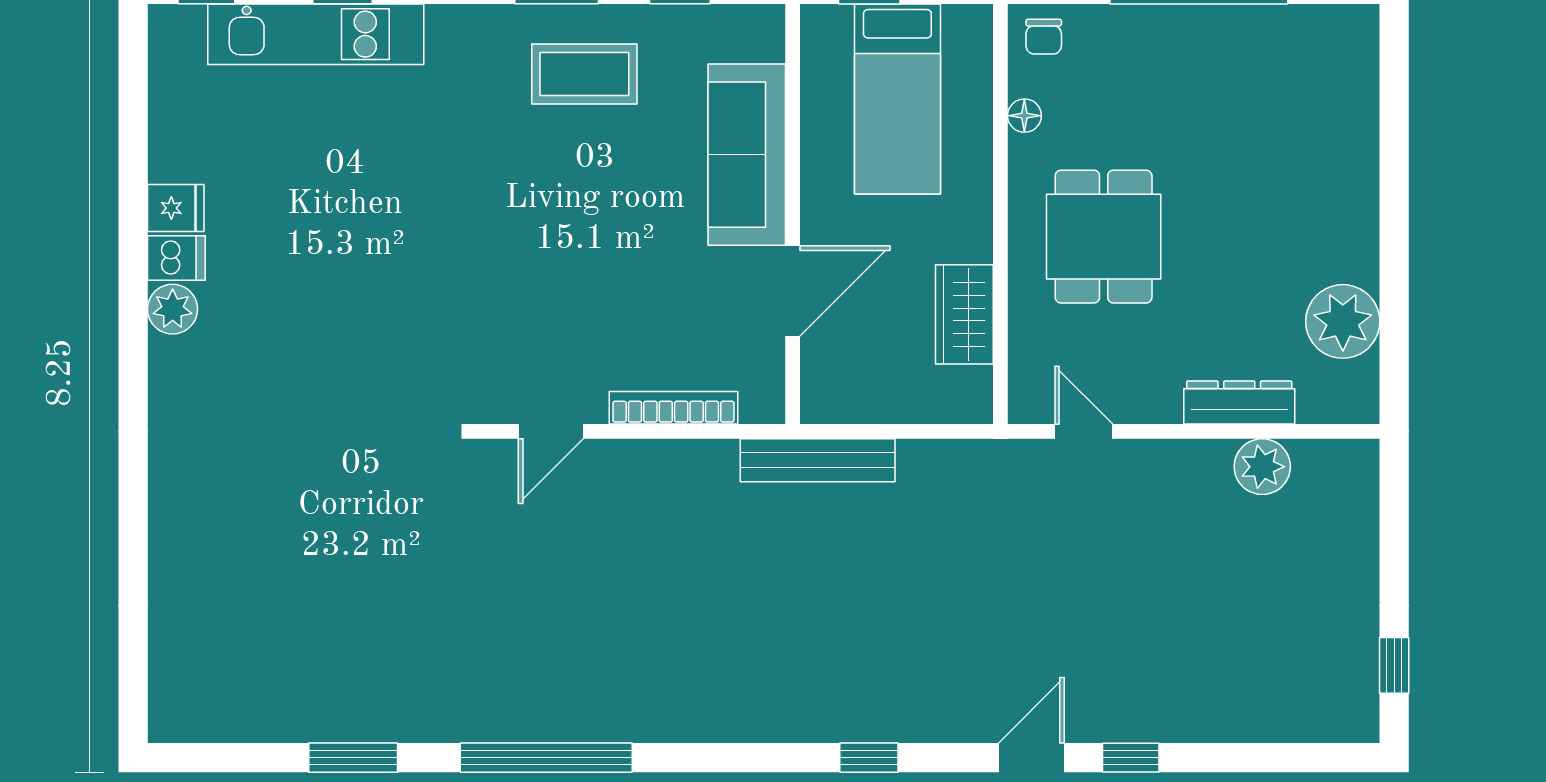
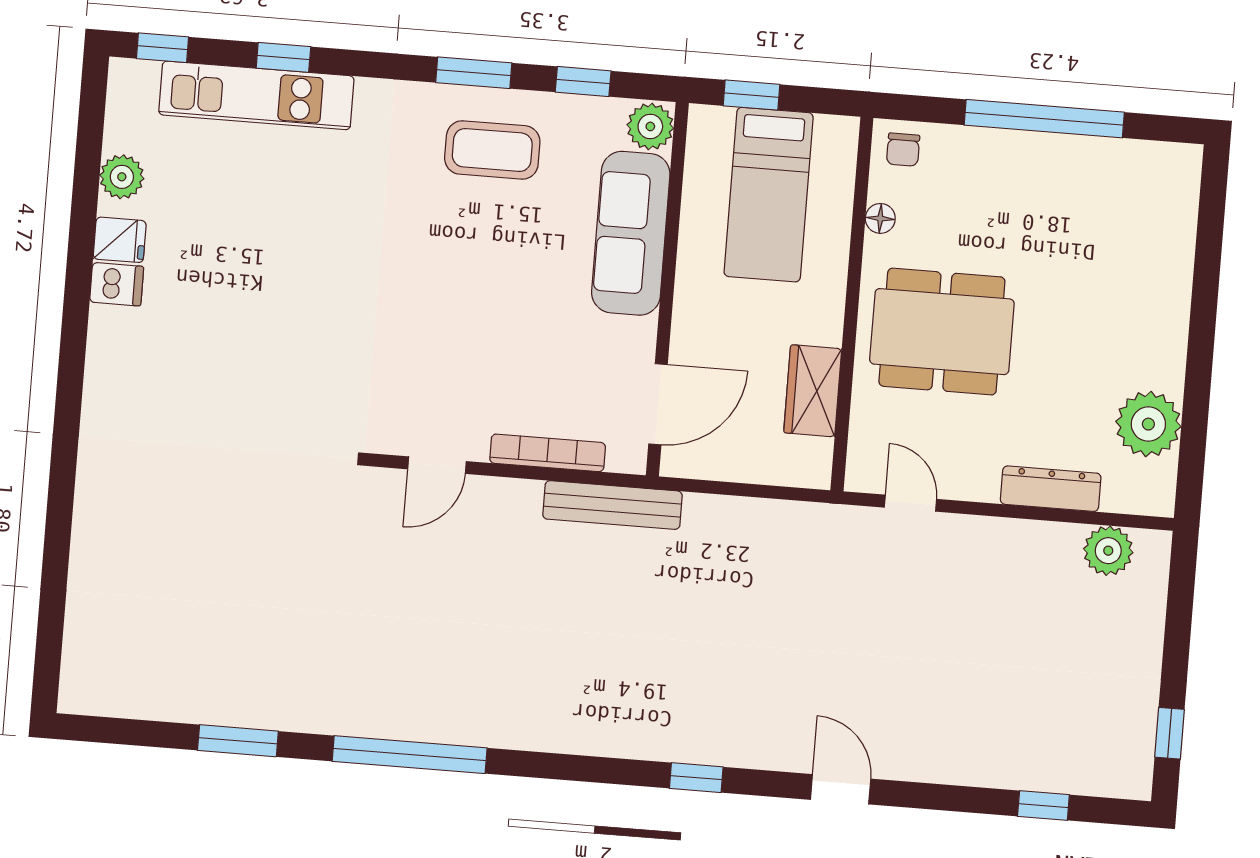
plant: (759, 33) -> (650, 126), added
dining table: (1104, 237) -> (942, 332), width x1.38
door: (793, 291) -> (658, 404), moved
plant: (173, 309) -> (122, 177), moved
bench: (818, 460) -> (612, 505), moved
plant: (1262, 467) -> (1108, 551), moved
door: (1031, 758) -> (841, 789), hinge flipped
window: (1131, 758) -> (1043, 806), moved

